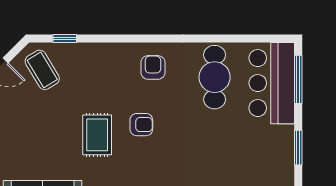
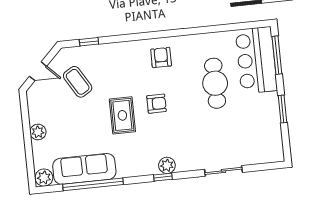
coffee table: (42, 70) -> (78, 82), moved
cafe table: (215, 77) -> (215, 83), moved

